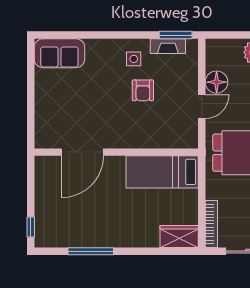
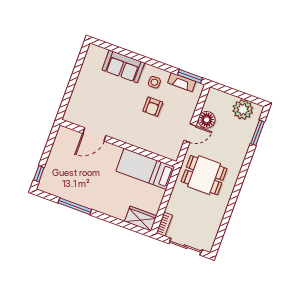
sofa: (59, 53) -> (123, 66), moved
door: (82, 152) -> (94, 134), width x0.73
bookcase: (211, 224) -> (164, 224), width x0.64

